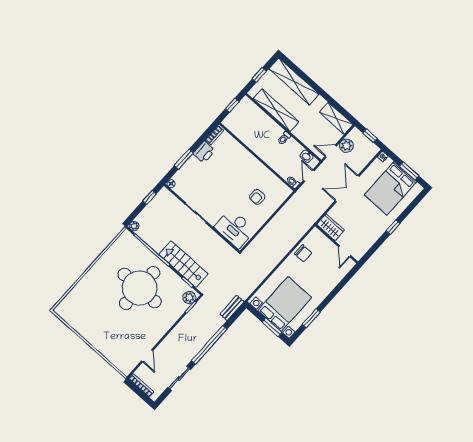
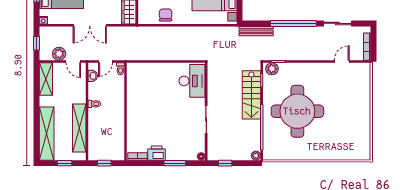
armchair: (257, 197) -> (154, 85), removed
bench: (232, 308) -> (256, 31), width x1.36

